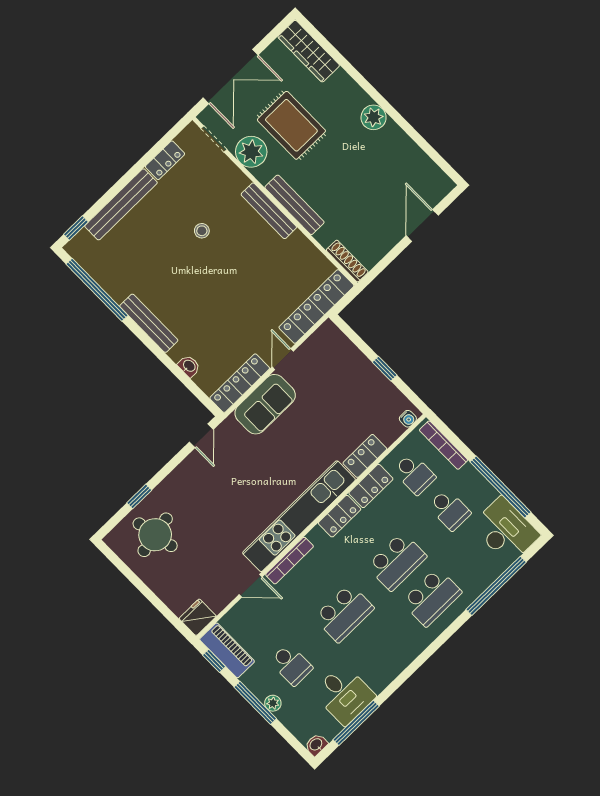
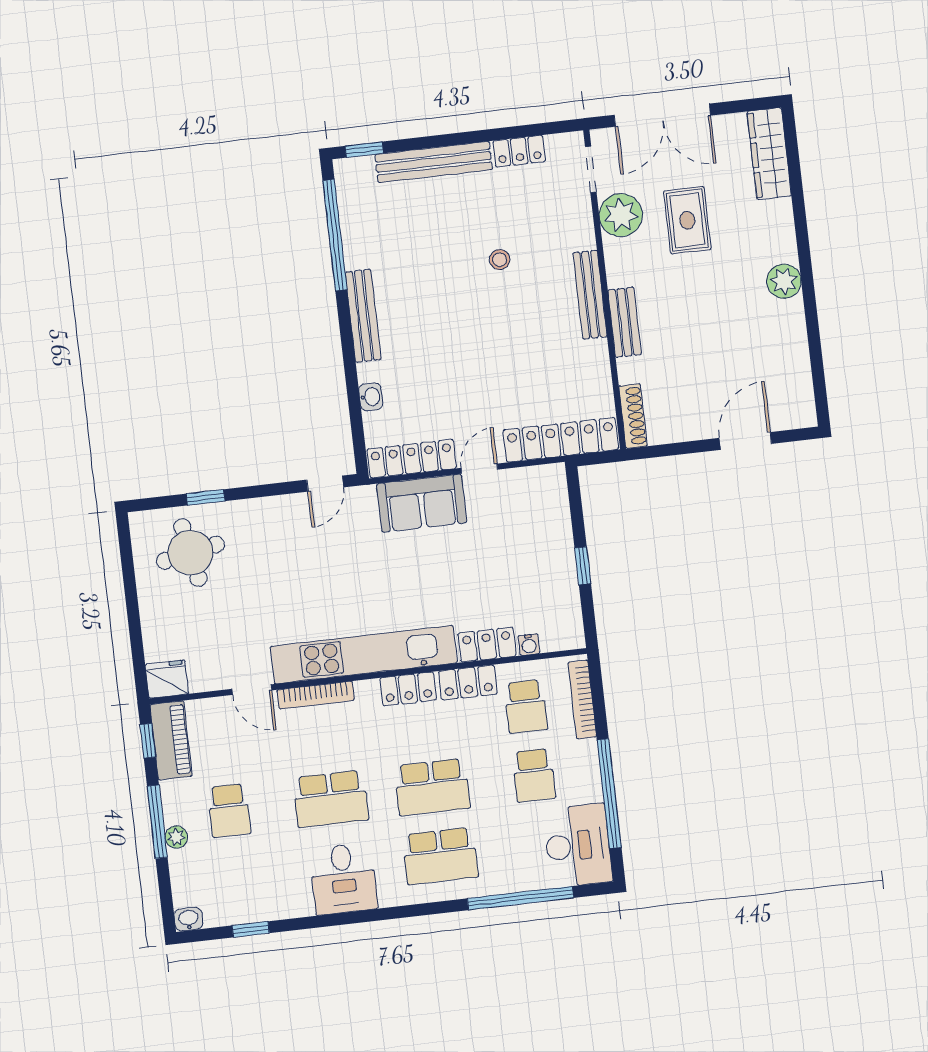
rug: (291, 125) -> (687, 220), width x0.73, depth x0.70
bench: (295, 205) -> (625, 322), width x0.73
water cooler: (408, 419) -> (529, 645), moved
desk: (344, 695) -> (343, 879), moved
window: (356, 723) -> (251, 929), width x0.46

